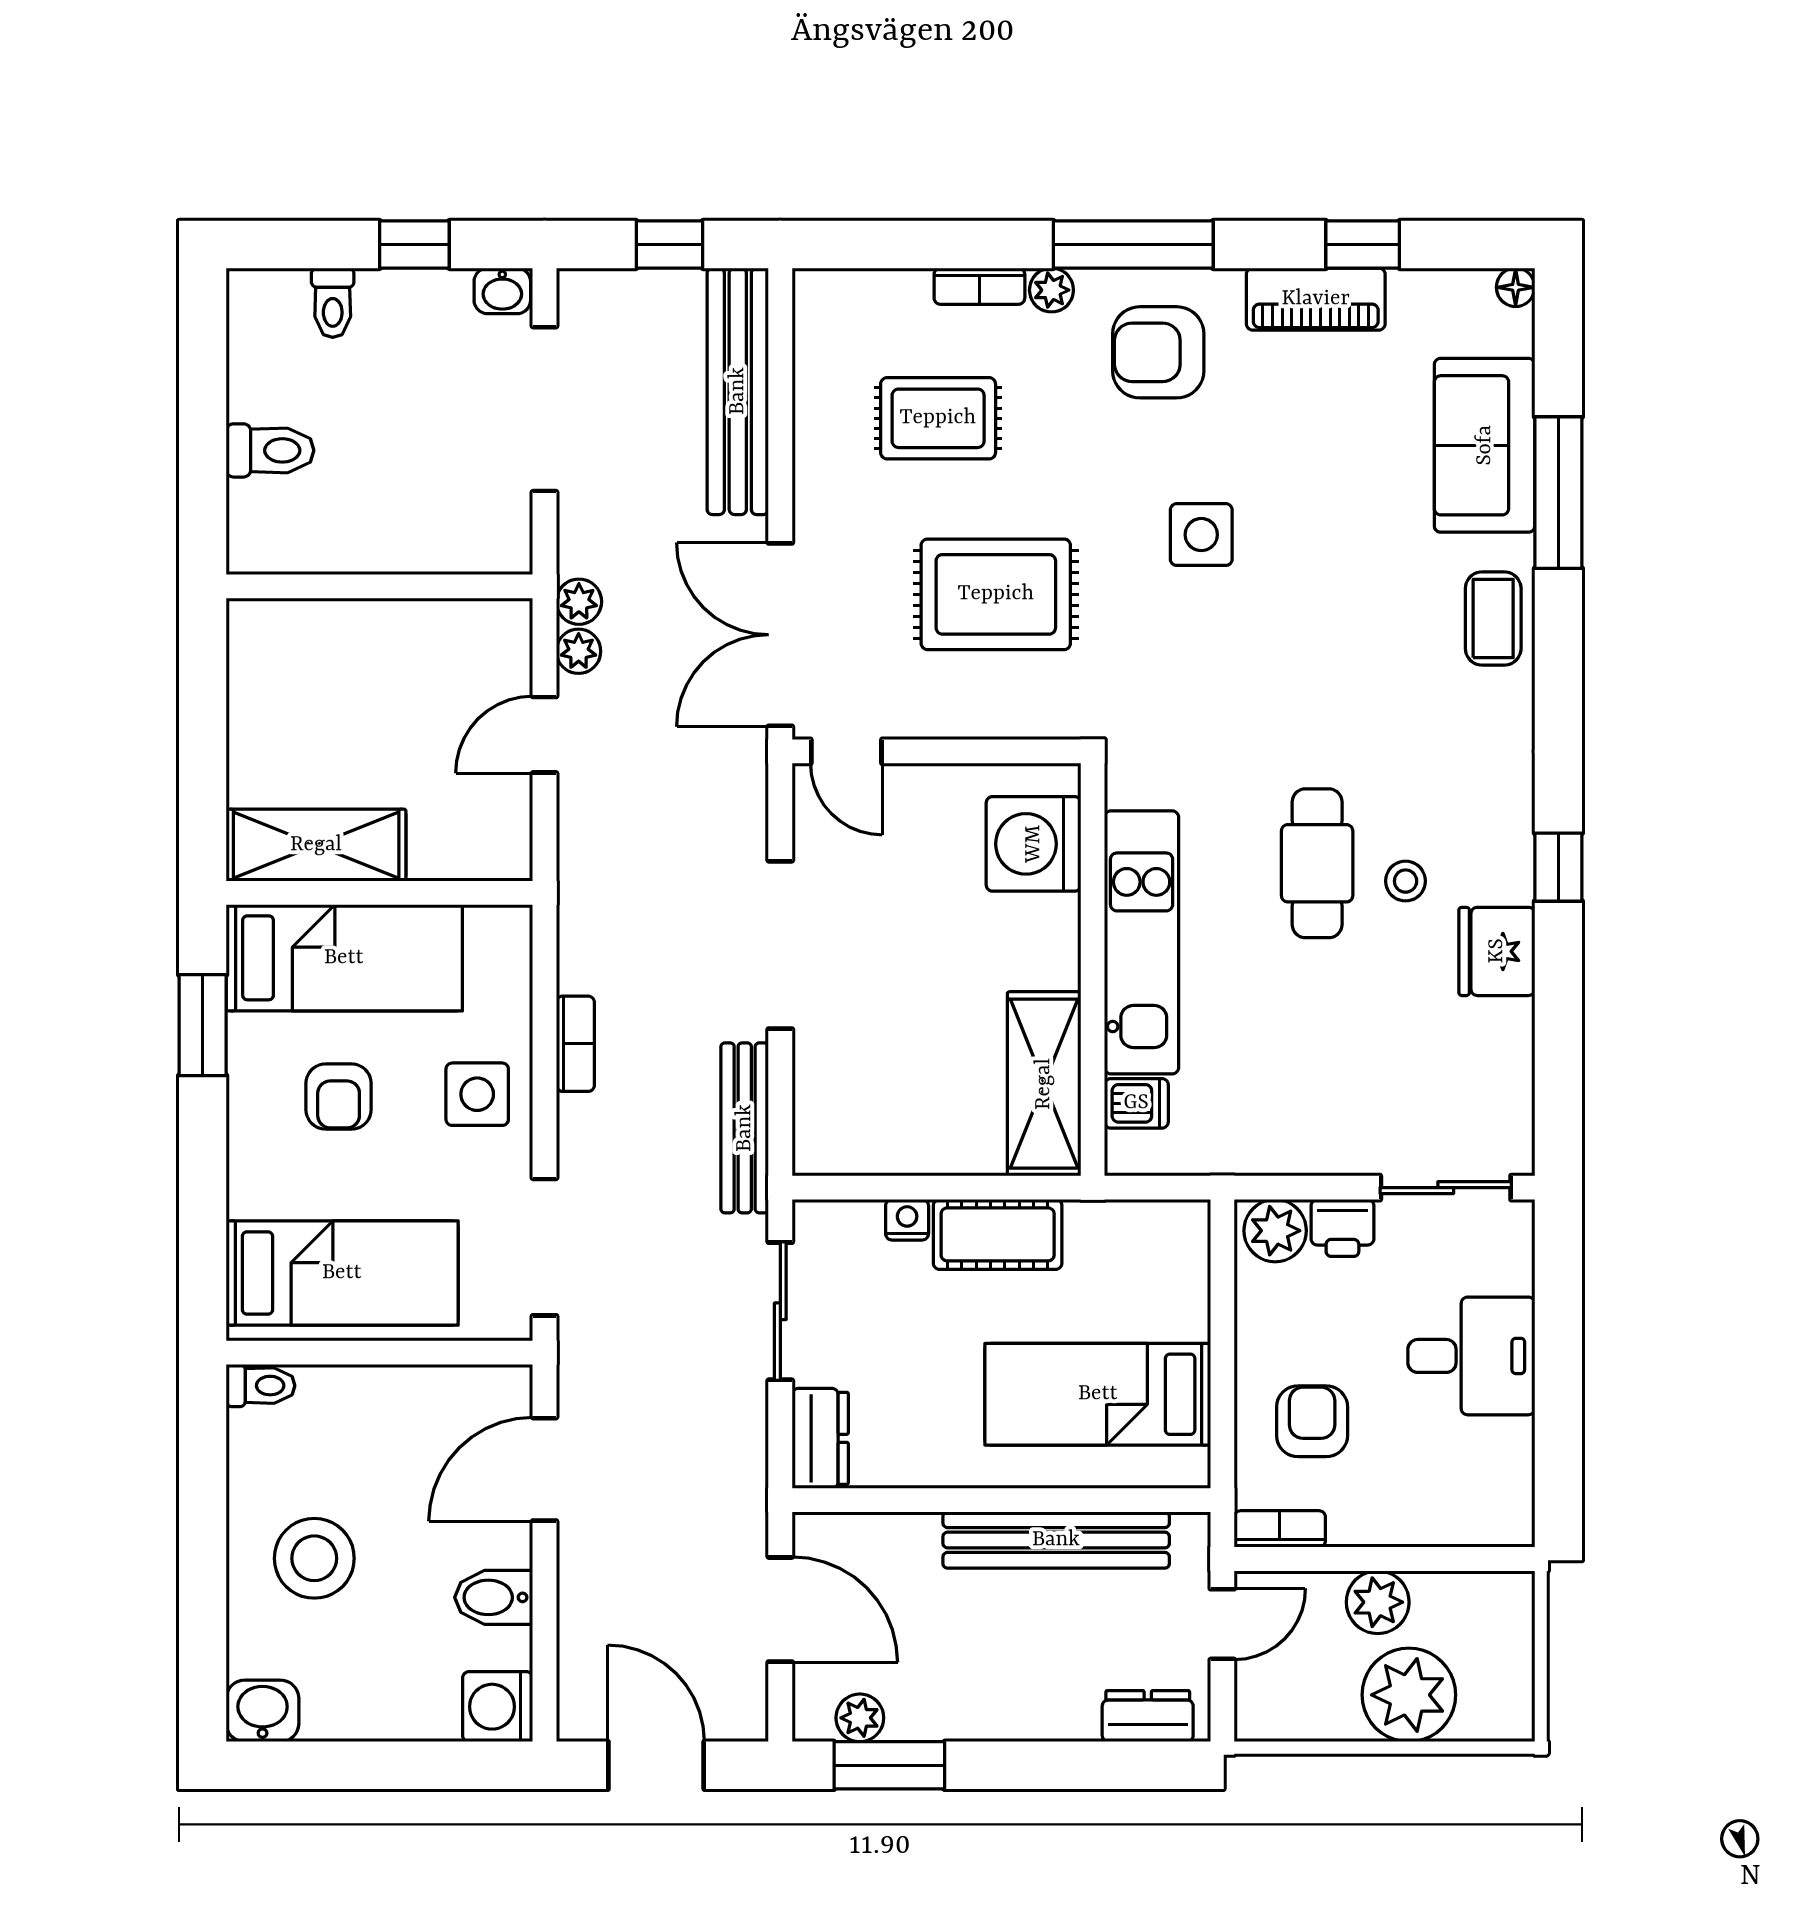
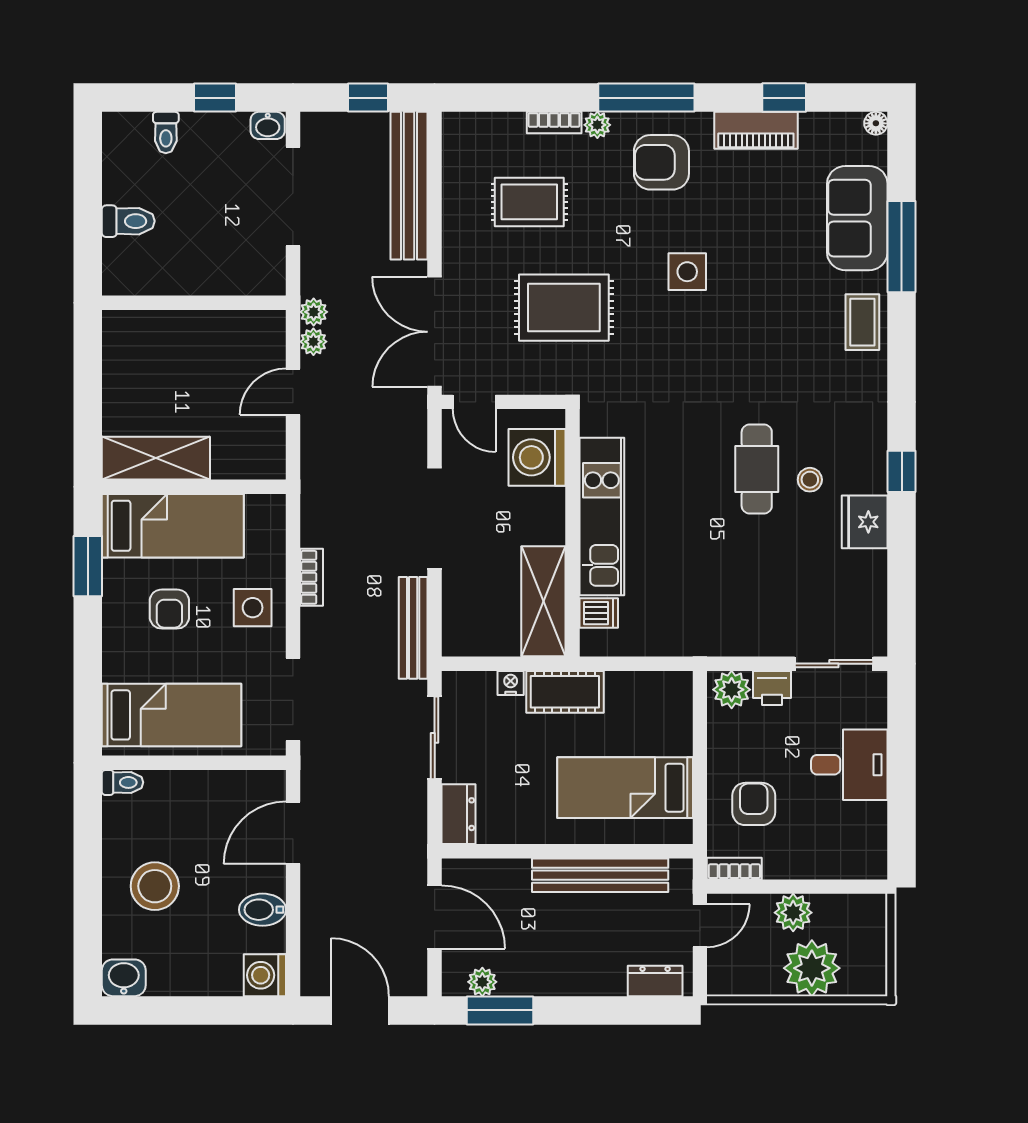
washing machine: (1034, 844) -> (537, 457), moved
kitchen unit: (1142, 942) -> (602, 516), moved
wall: (1093, 970) -> (573, 533), moved
shelving: (1044, 1084) -> (543, 601), moved
dishwasher: (1136, 1103) -> (599, 613), moved

